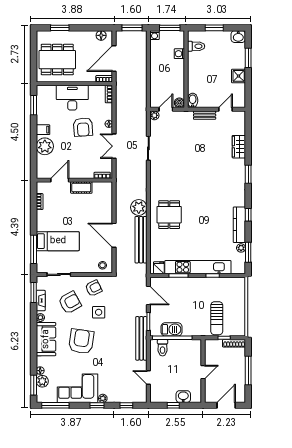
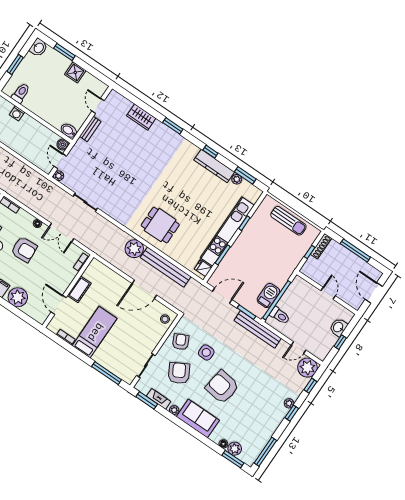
bed: (58, 241) -> (95, 332), moved
sun lounger: (217, 318) -> (288, 221), moved
corner sofa: (78, 388) -> (264, 420), removed
plant: (138, 394) -> (307, 368), added

